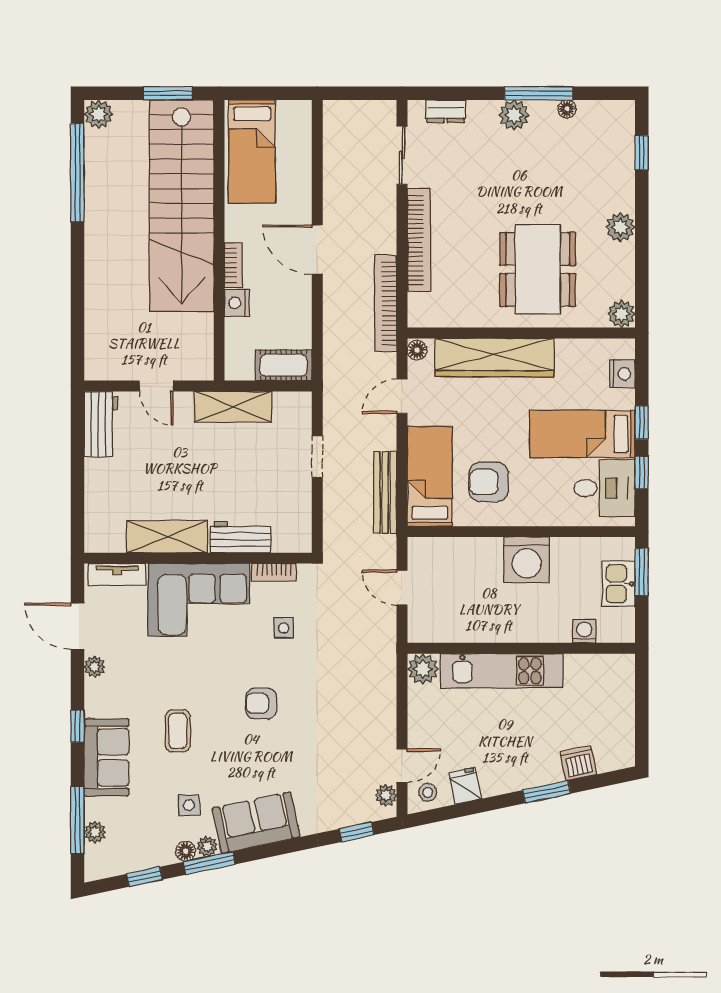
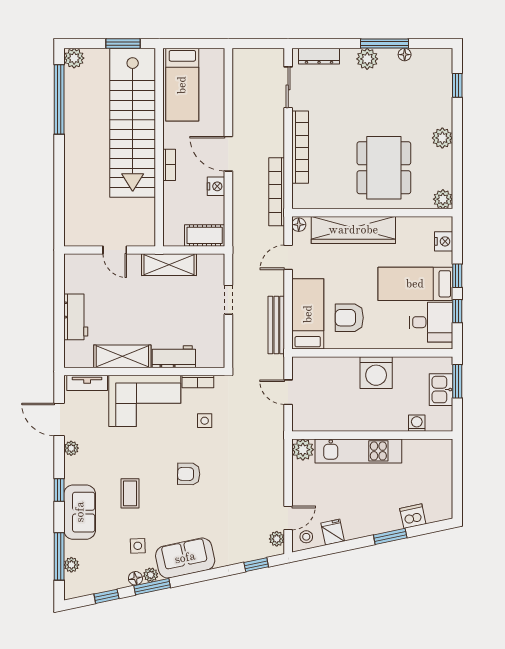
dresser: (446, 111) -> (319, 56), width x1.44
nightstand: (237, 303) -> (216, 186), moved, turned 180
workbench: (101, 424) -> (76, 317), moved

